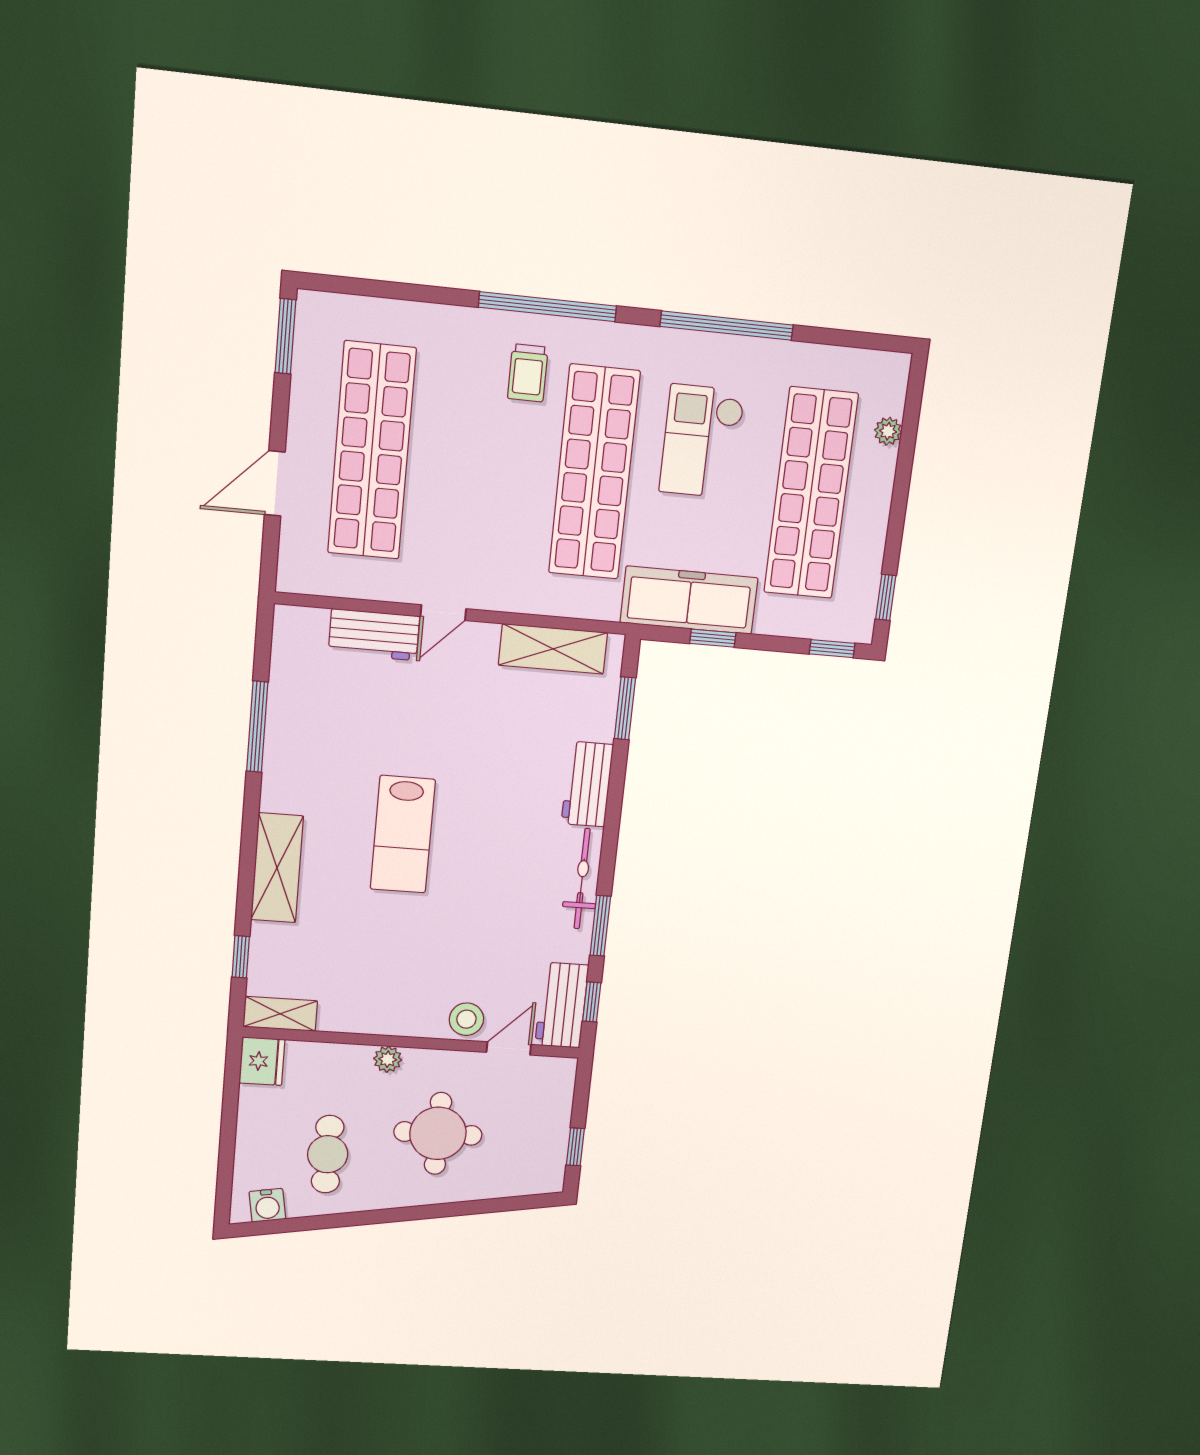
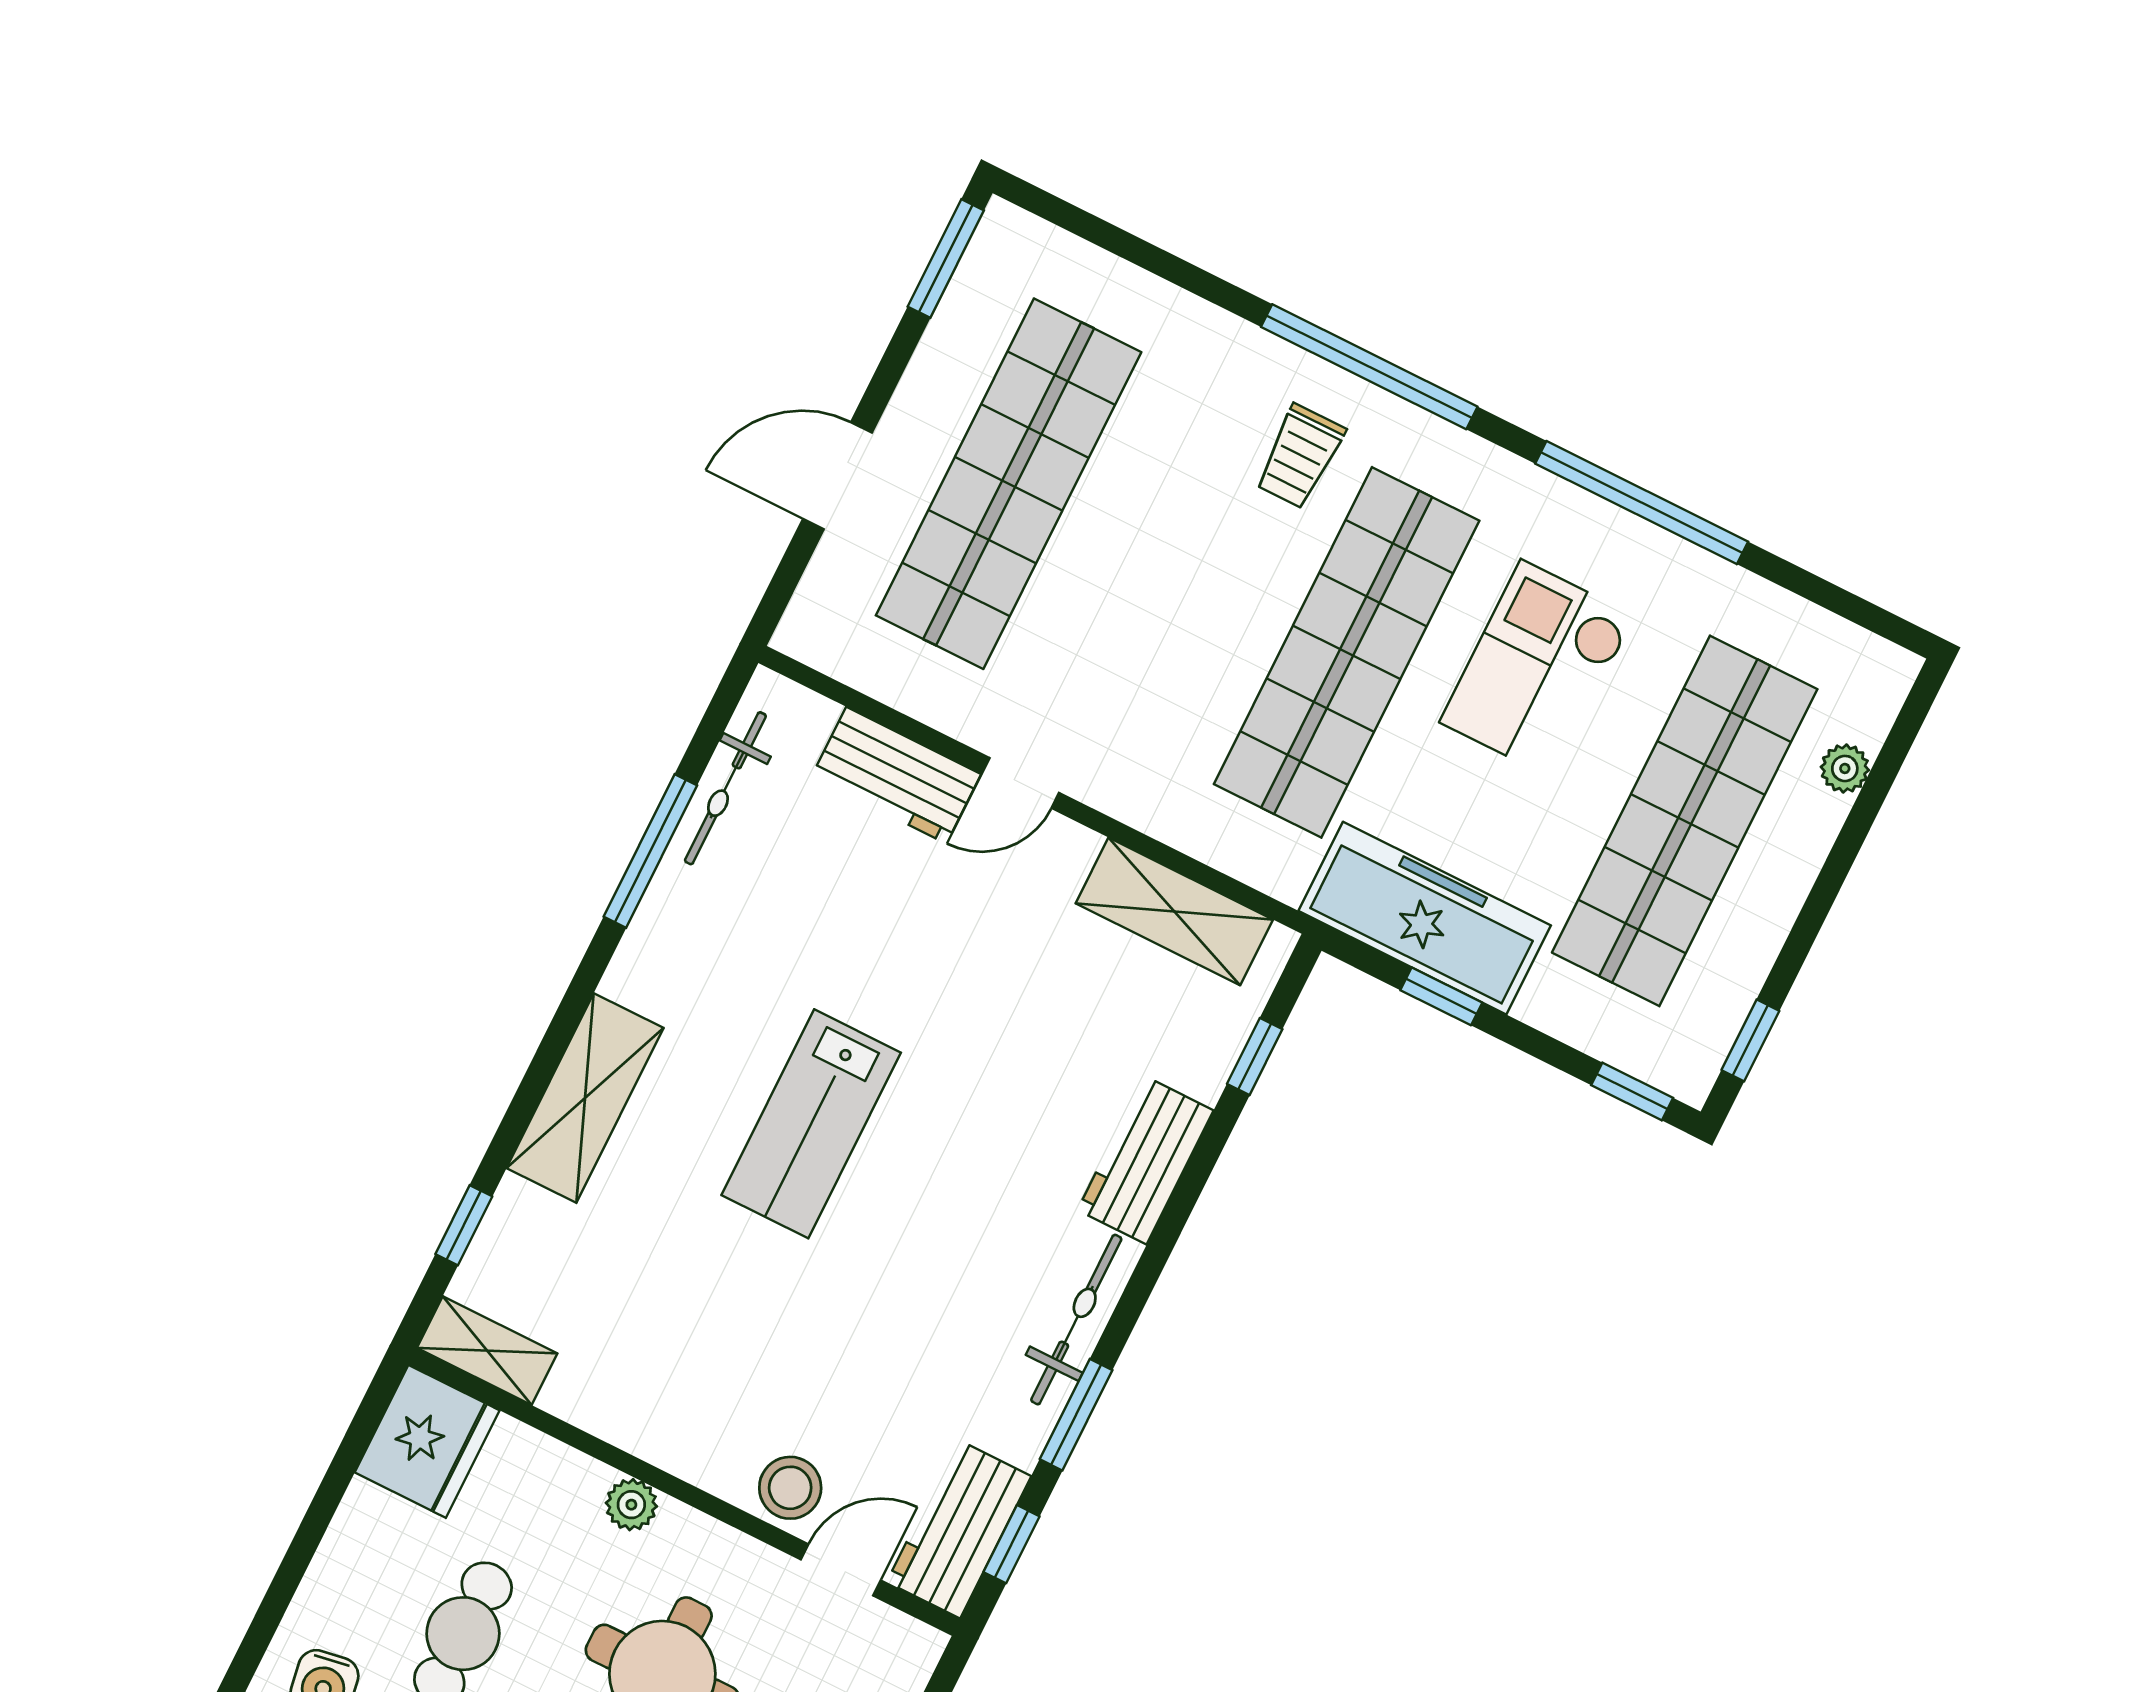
bicycle: (284, 678) -> (725, 788), added
window: (625, 708) -> (1255, 1057), width x0.67
fridge: (262, 1061) -> (427, 1441), width x1.36, depth x1.34

